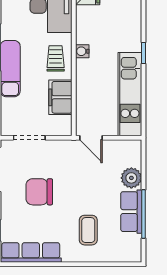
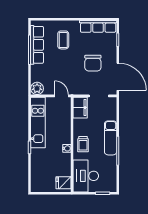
filing cabinet: (60, 97) -> (80, 108), moved
plant: (131, 178) -> (37, 88), moved
chair: (39, 192) -> (93, 63), turned 90
row of seats: (131, 212) -> (37, 45), width x1.48

